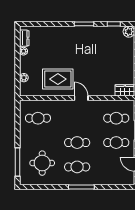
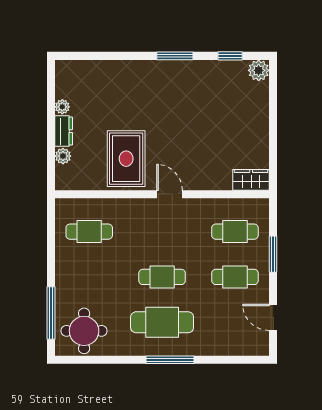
dresser: (24, 38) -> (64, 131), moved
rug: (58, 79) -> (126, 159), turned 90
round table: (42, 163) -> (84, 331), moved
cafe table: (77, 167) -> (162, 322), width x1.37, depth x1.35

